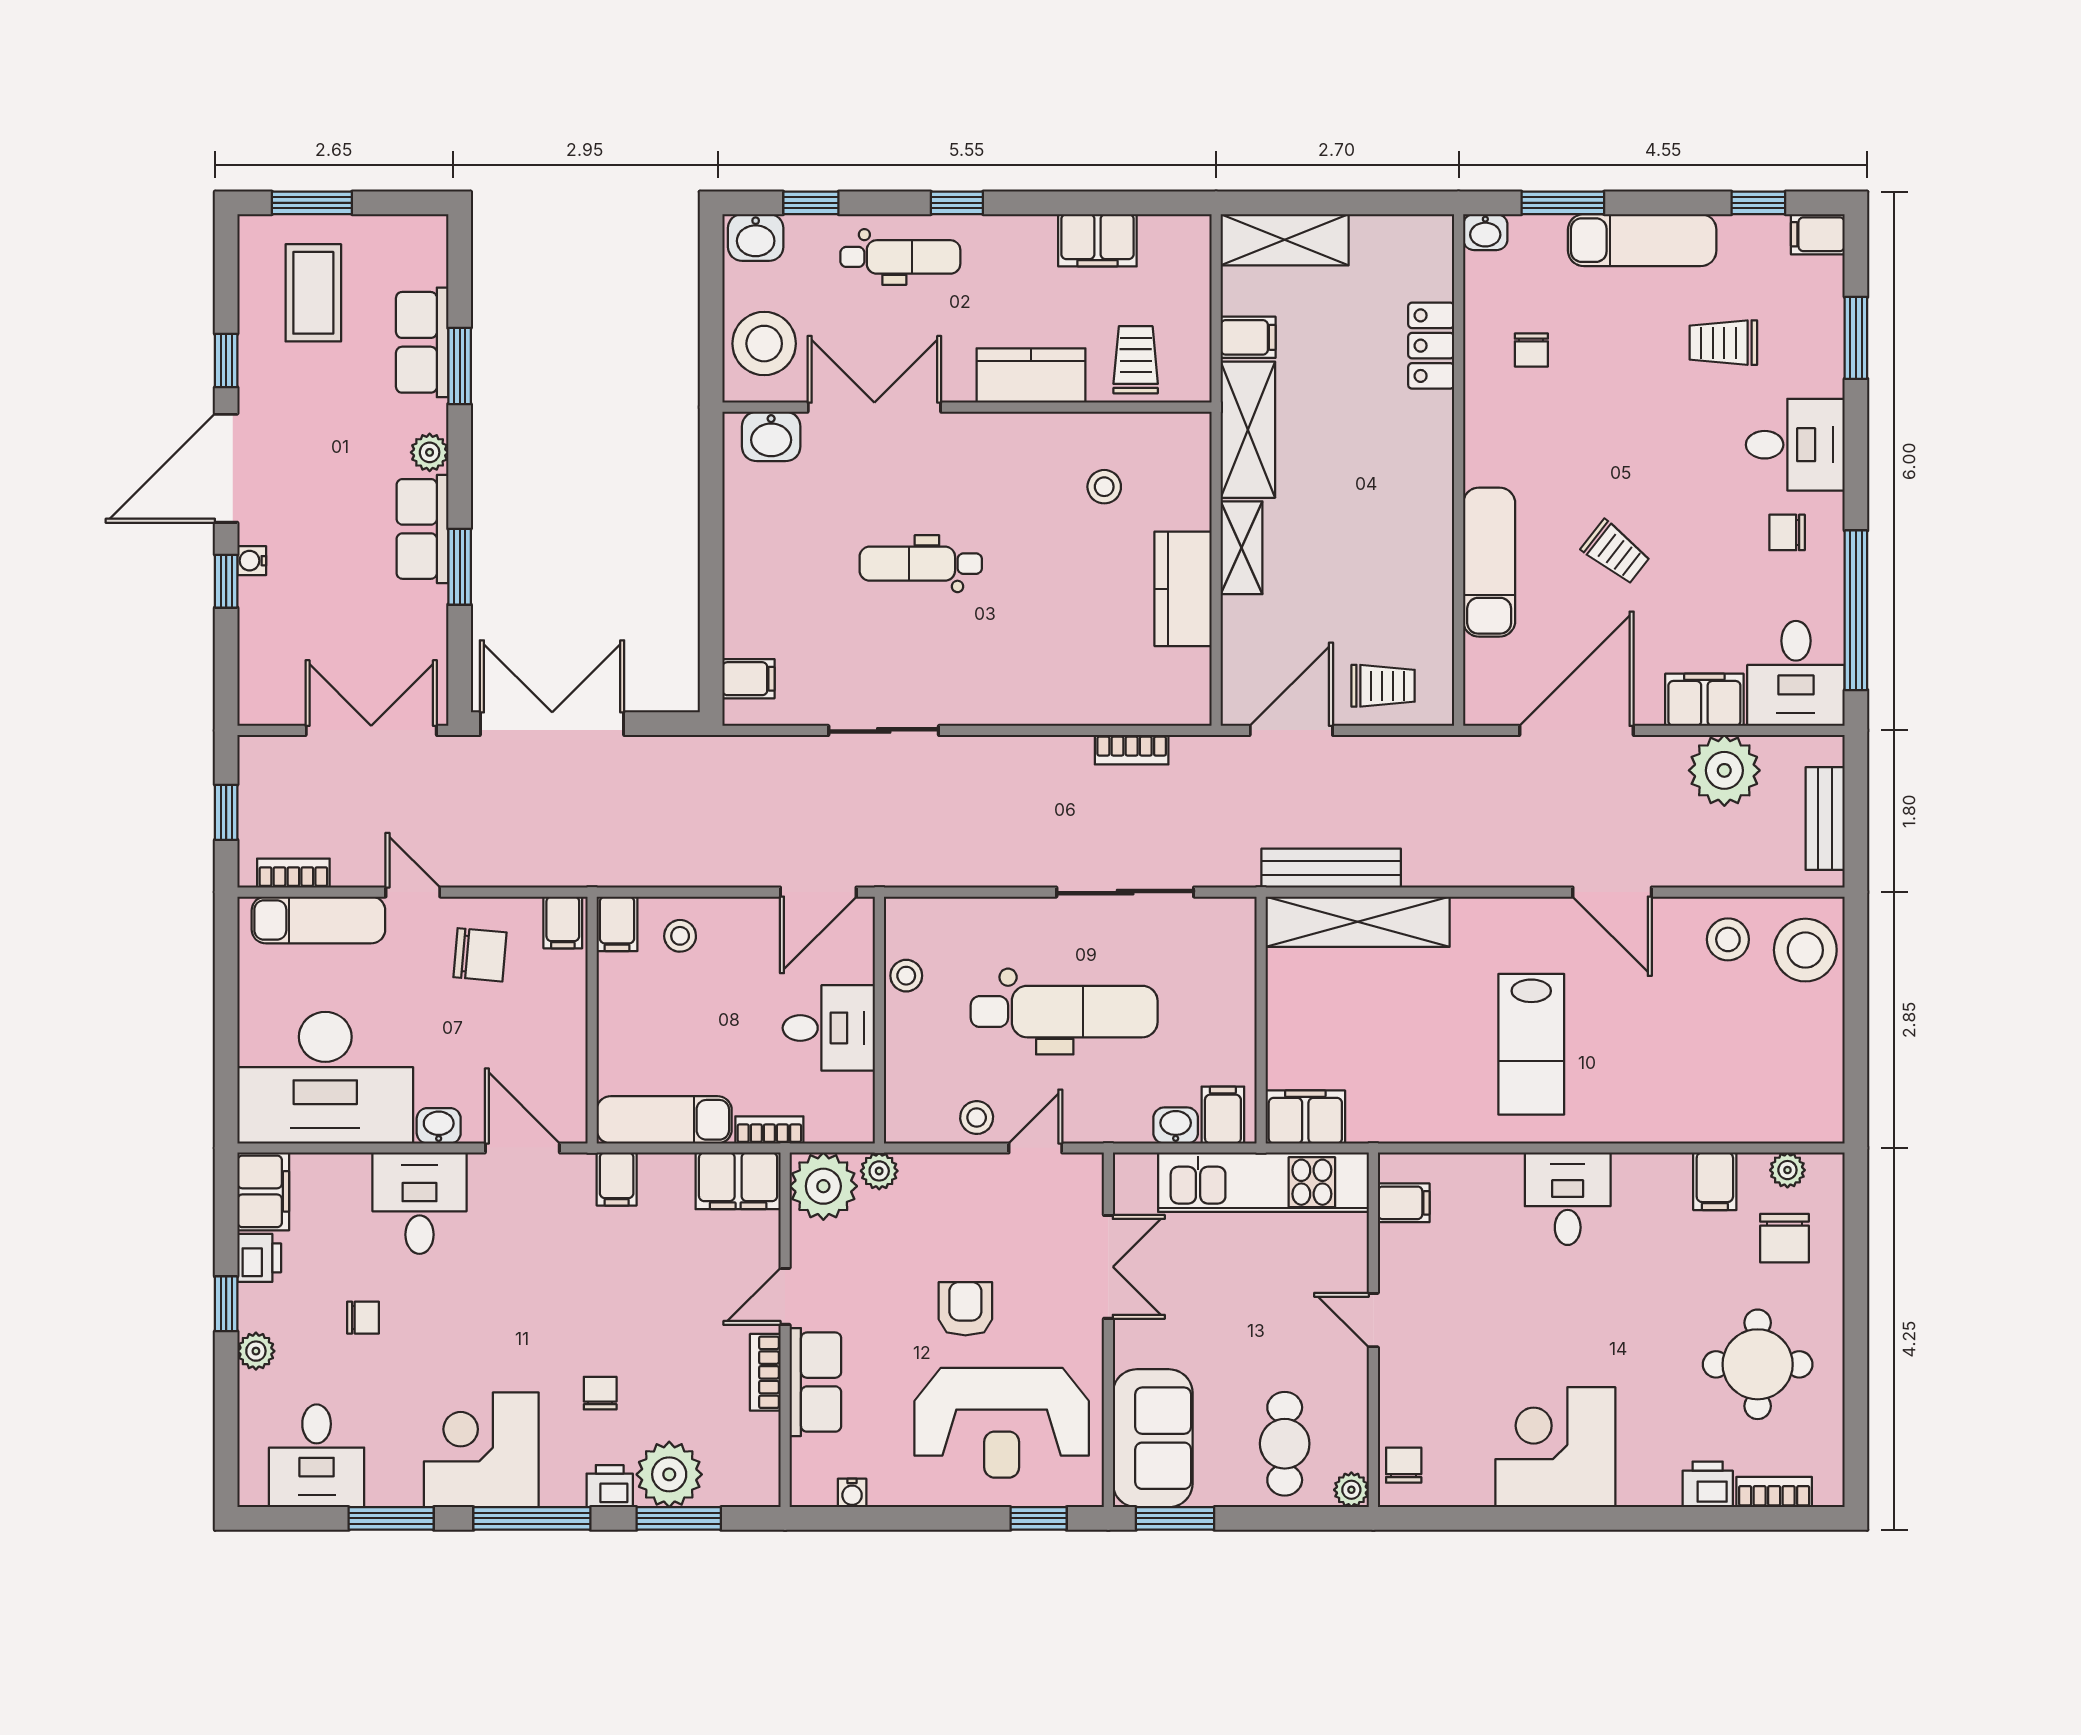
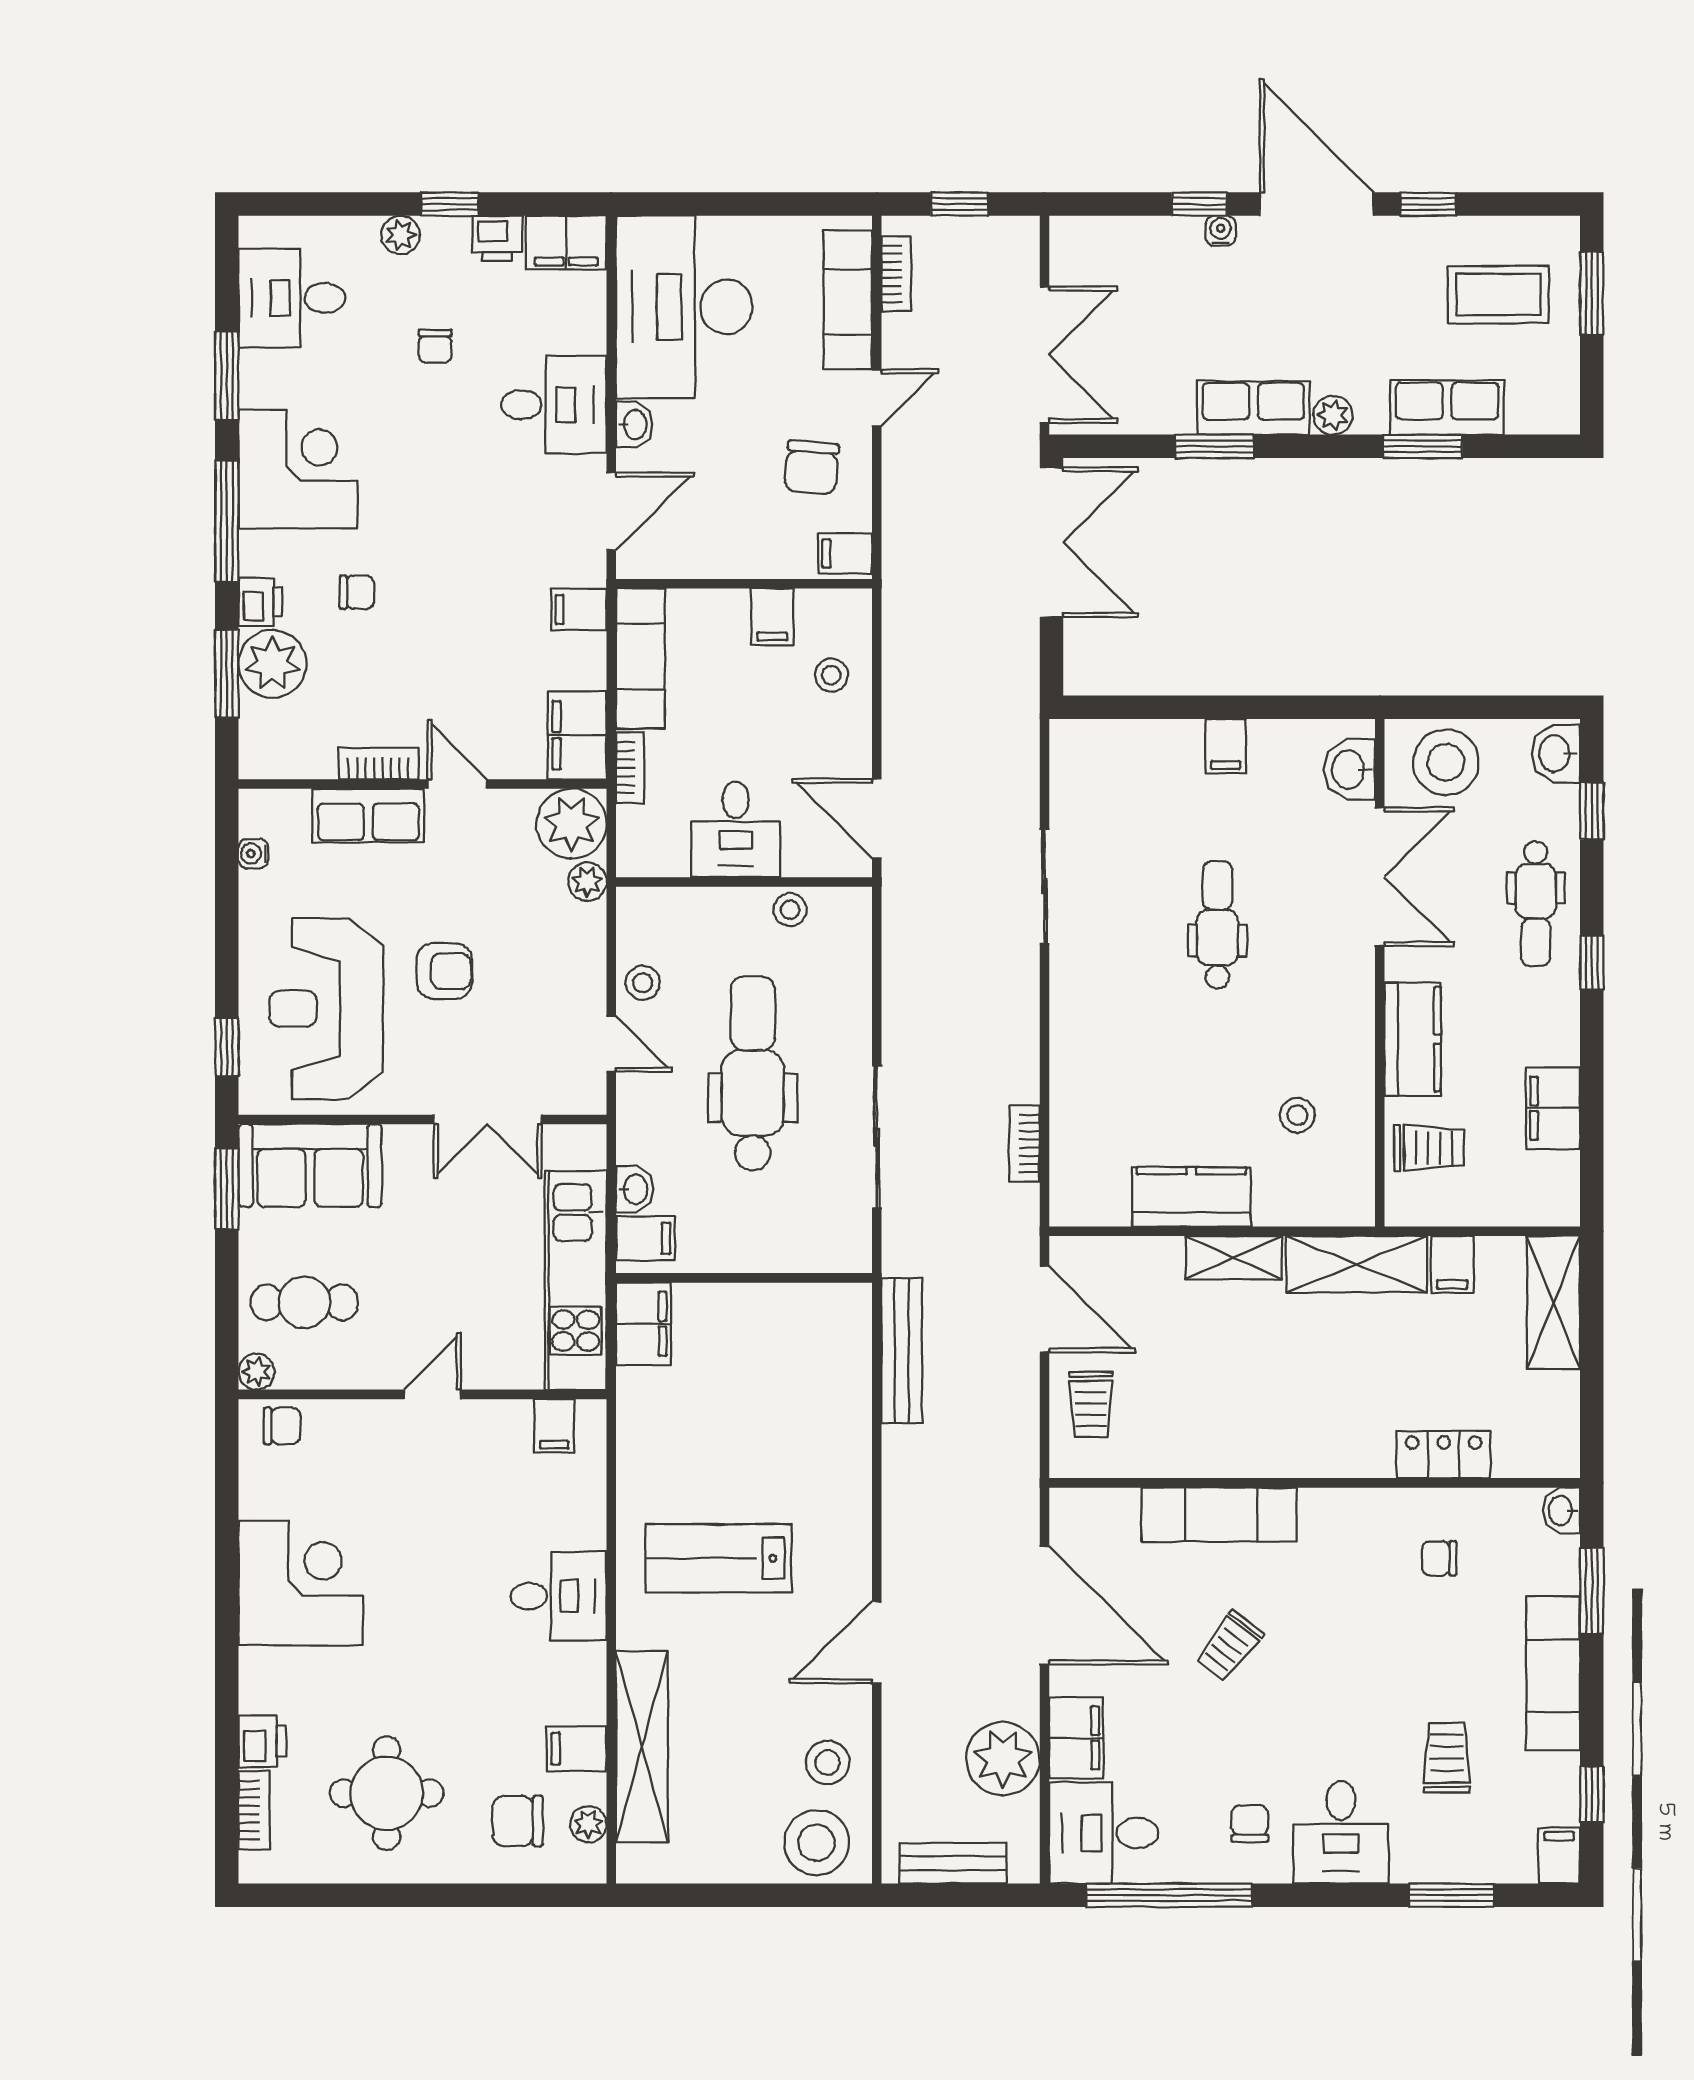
filing cabinet: (748, 679) -> (1226, 746), moved
shelving: (1358, 922) -> (642, 1747), moved
filing cabinet: (617, 924) -> (772, 617), moved, turned -90
dental chair: (1064, 1012) -> (753, 1074), turned 180

